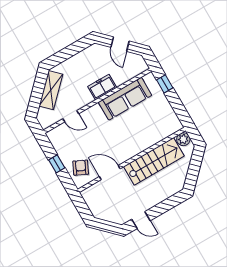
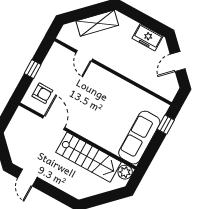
freezer: (102, 87) -> (148, 37), moved, turned 180
sofa: (125, 99) -> (139, 138), moved, turned 90
armchair: (81, 168) -> (42, 93), turned 64

